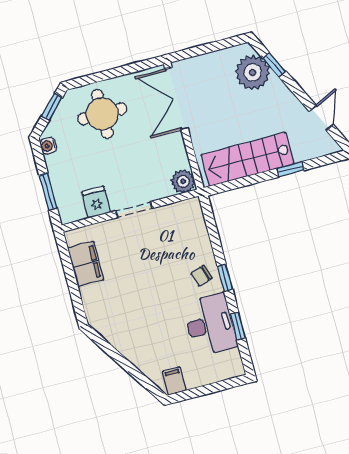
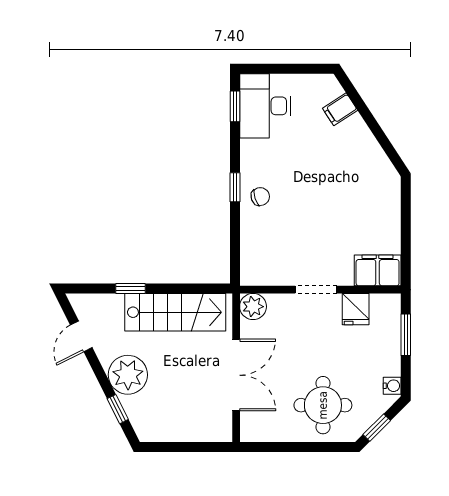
plant: (253, 72) -> (128, 375), moved
double door: (176, 98) -> (236, 375), moved
filing cabinet: (86, 264) -> (378, 270), moved, turned 90
desk: (210, 325) -> (265, 106), moved
window: (238, 326) -> (235, 106), moved
filing cabinet: (174, 381) -> (340, 109), moved, turned 57

